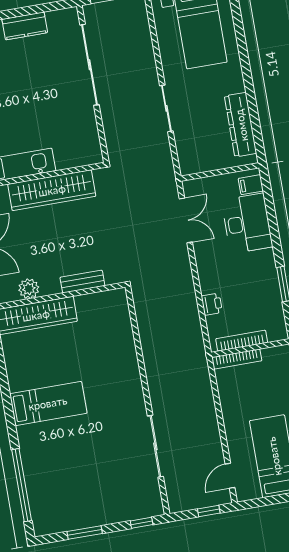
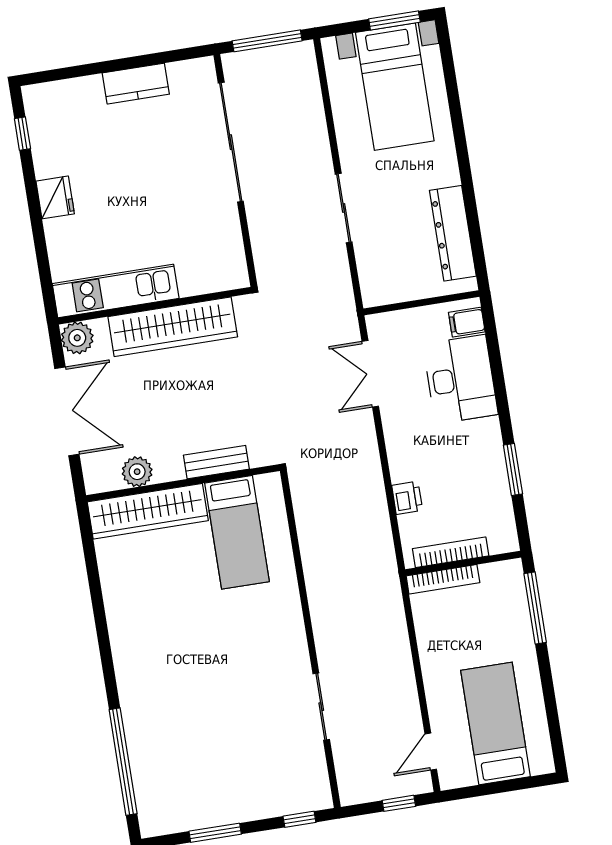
double door: (186, 220) -> (370, 374), swing flipped
bed: (48, 403) -> (237, 532), moved, turned 90
sliding door: (155, 446) -> (321, 707), width x0.73

